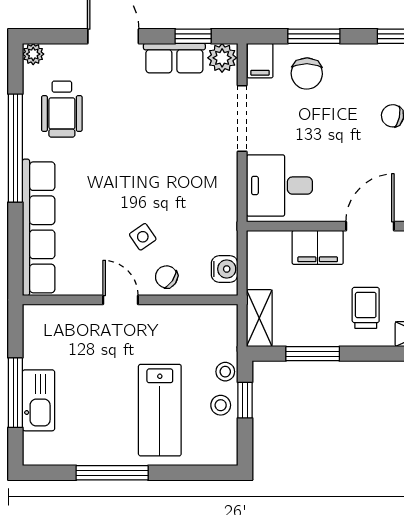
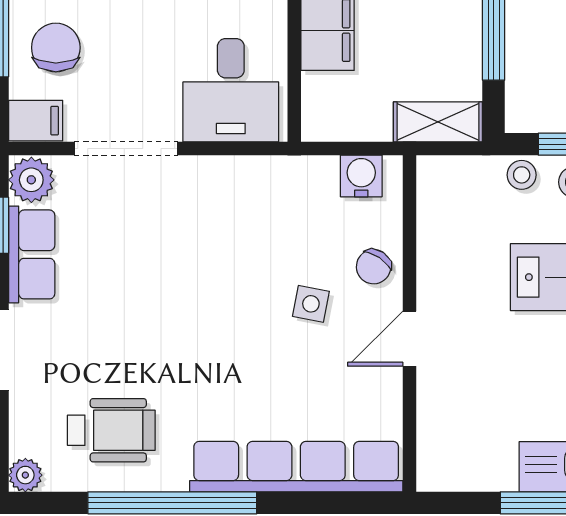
chair: (307, 74) -> (56, 48), turned -91
side table: (143, 237) -> (311, 304), turned 45

